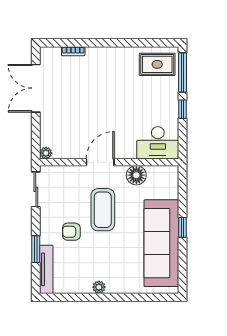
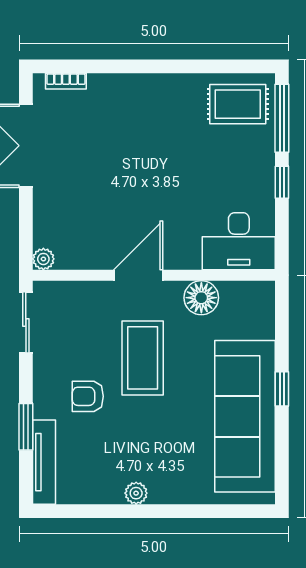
bookcase: (73, 51) -> (66, 81), moved

